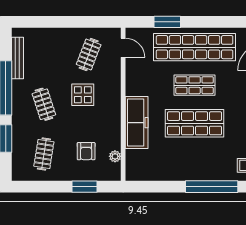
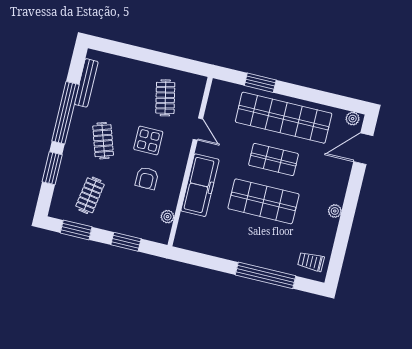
door: (123, 48) -> (198, 129), moved
clothes rail: (89, 54) -> (165, 98), turned -33
armchair: (86, 151) -> (147, 178), moved
window: (39, 187) -> (76, 230), added

